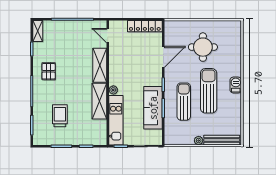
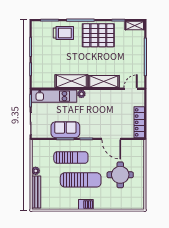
pallet: (49, 71) -> (98, 35), width x2.05, depth x2.00
sofa: (153, 108) -> (65, 130), width x0.73
trolley: (60, 116) -> (63, 33), moved

